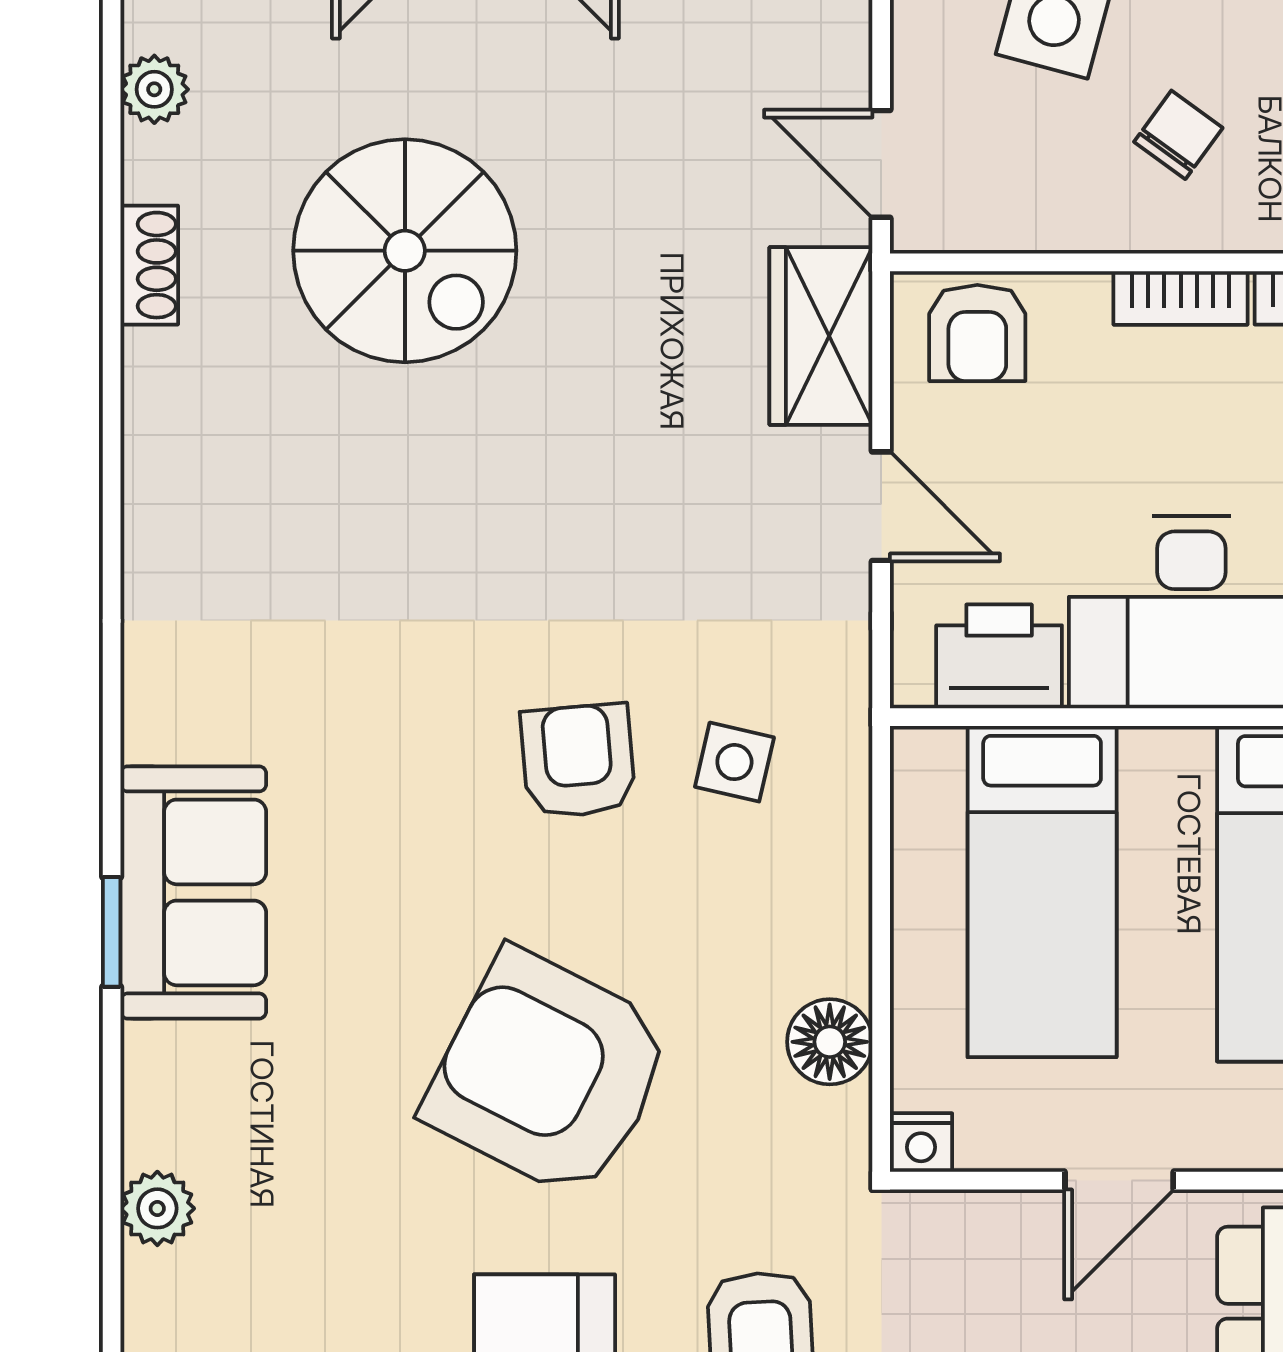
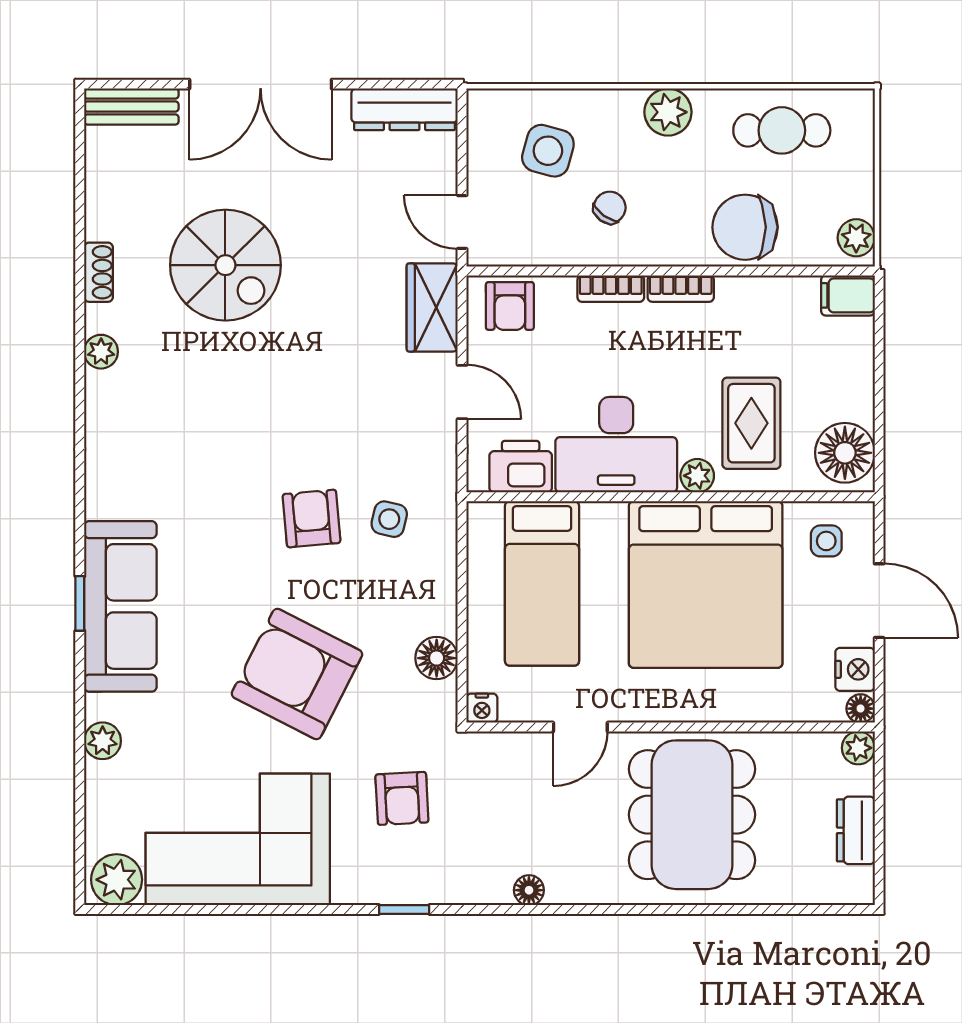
plant: (154, 89) -> (101, 352), moved
sofa: (193, 892) -> (120, 606), width x1.36

